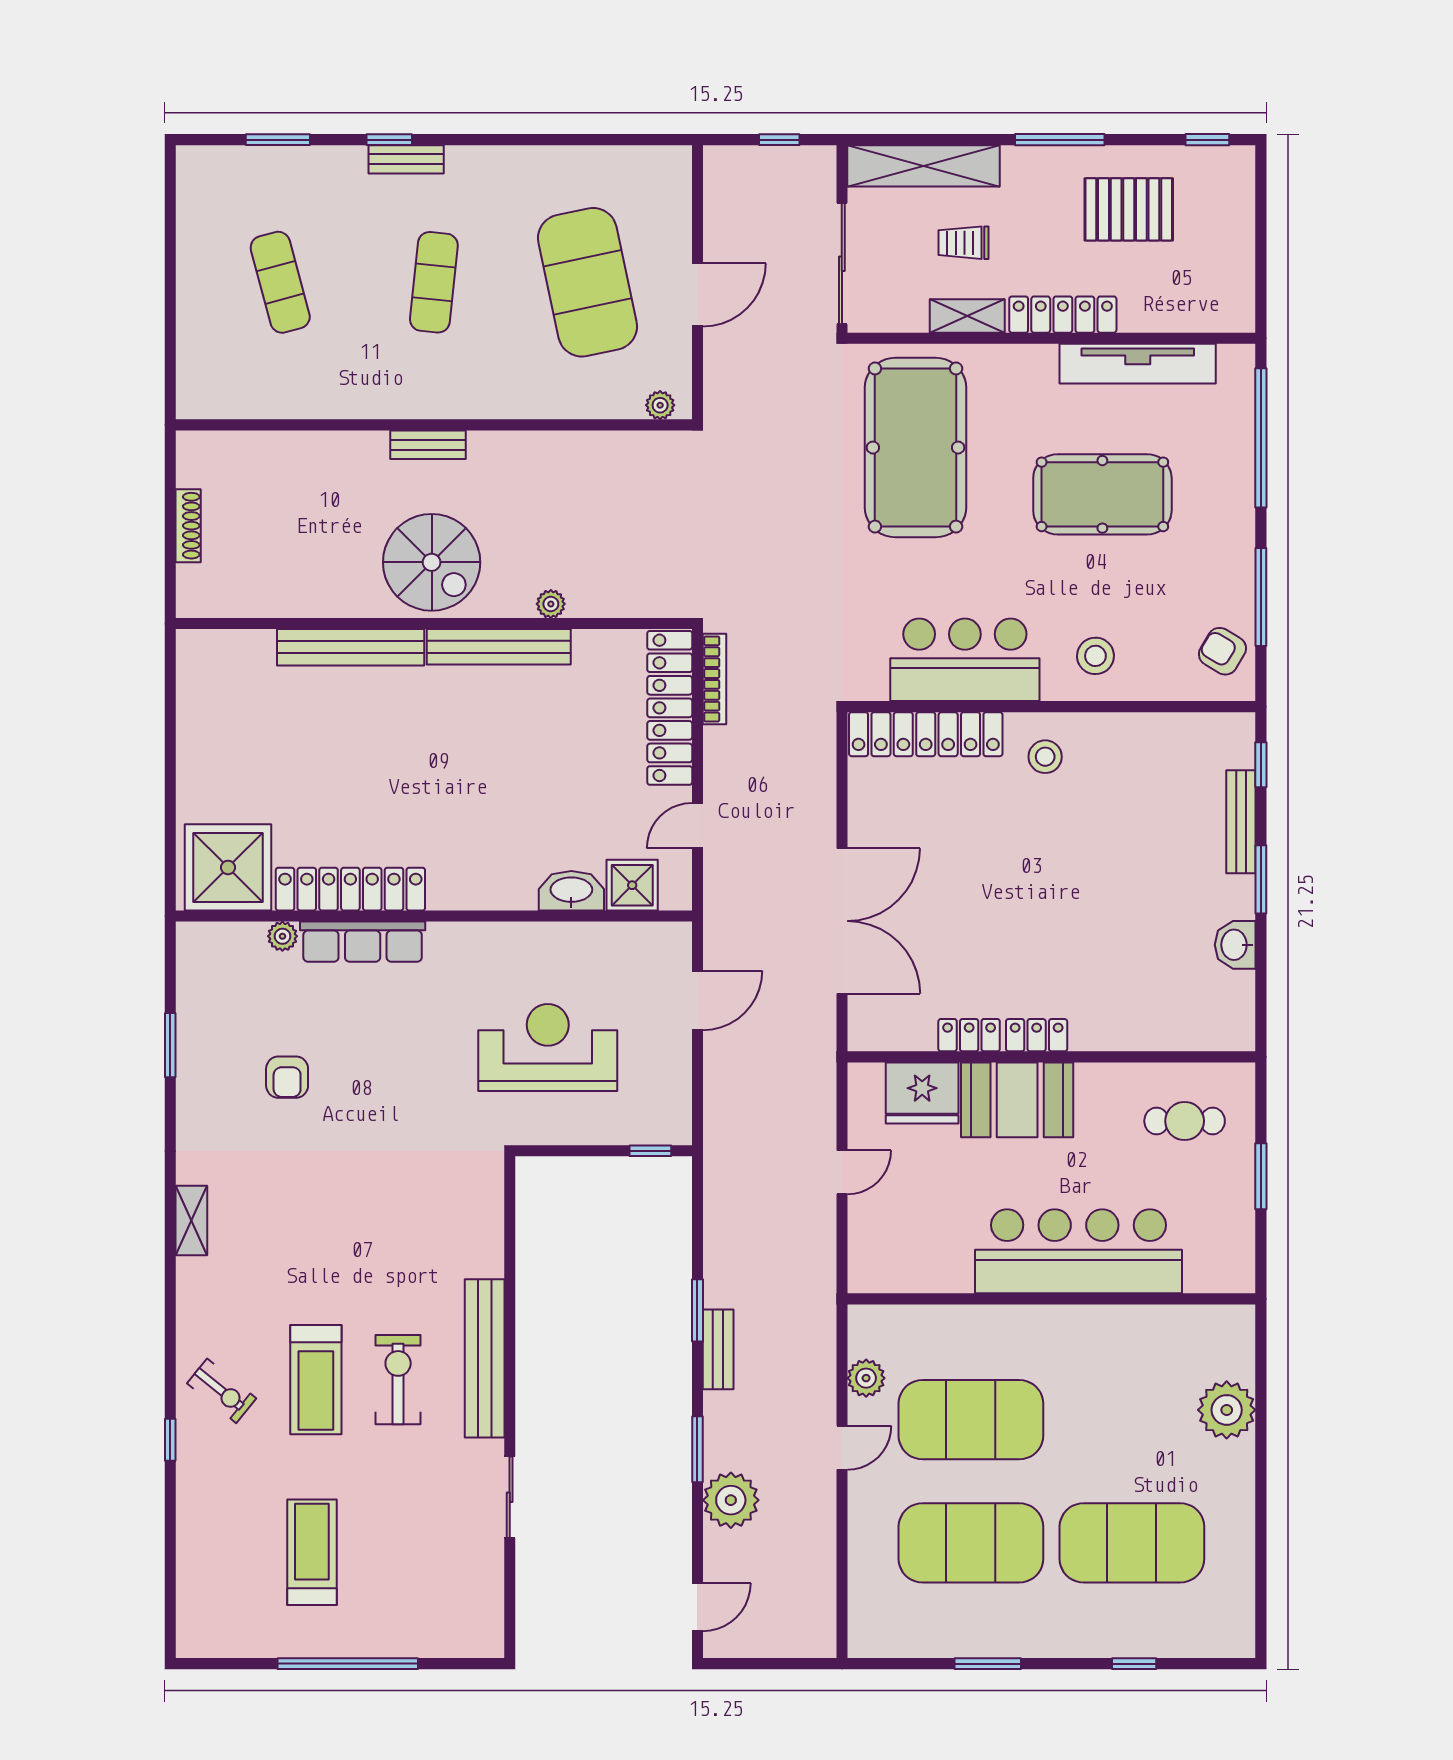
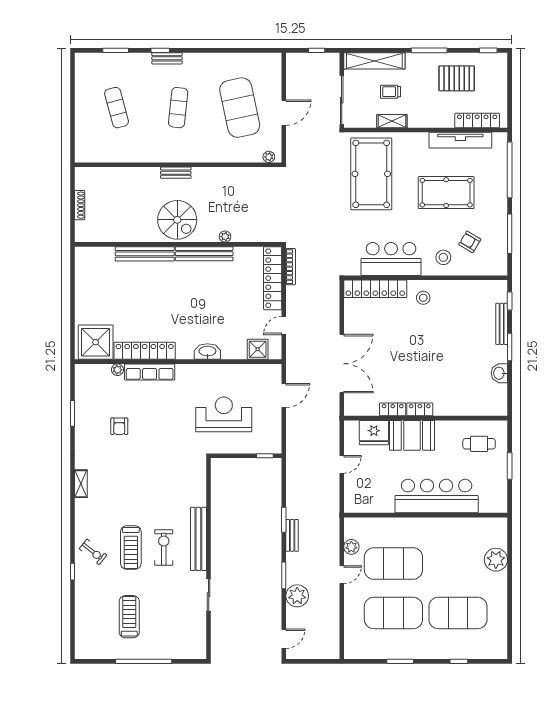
locker: (1063, 315) -> (477, 121), moved
armchair: (1222, 651) -> (470, 242), moved
washbasin: (571, 891) -> (207, 352), moved

